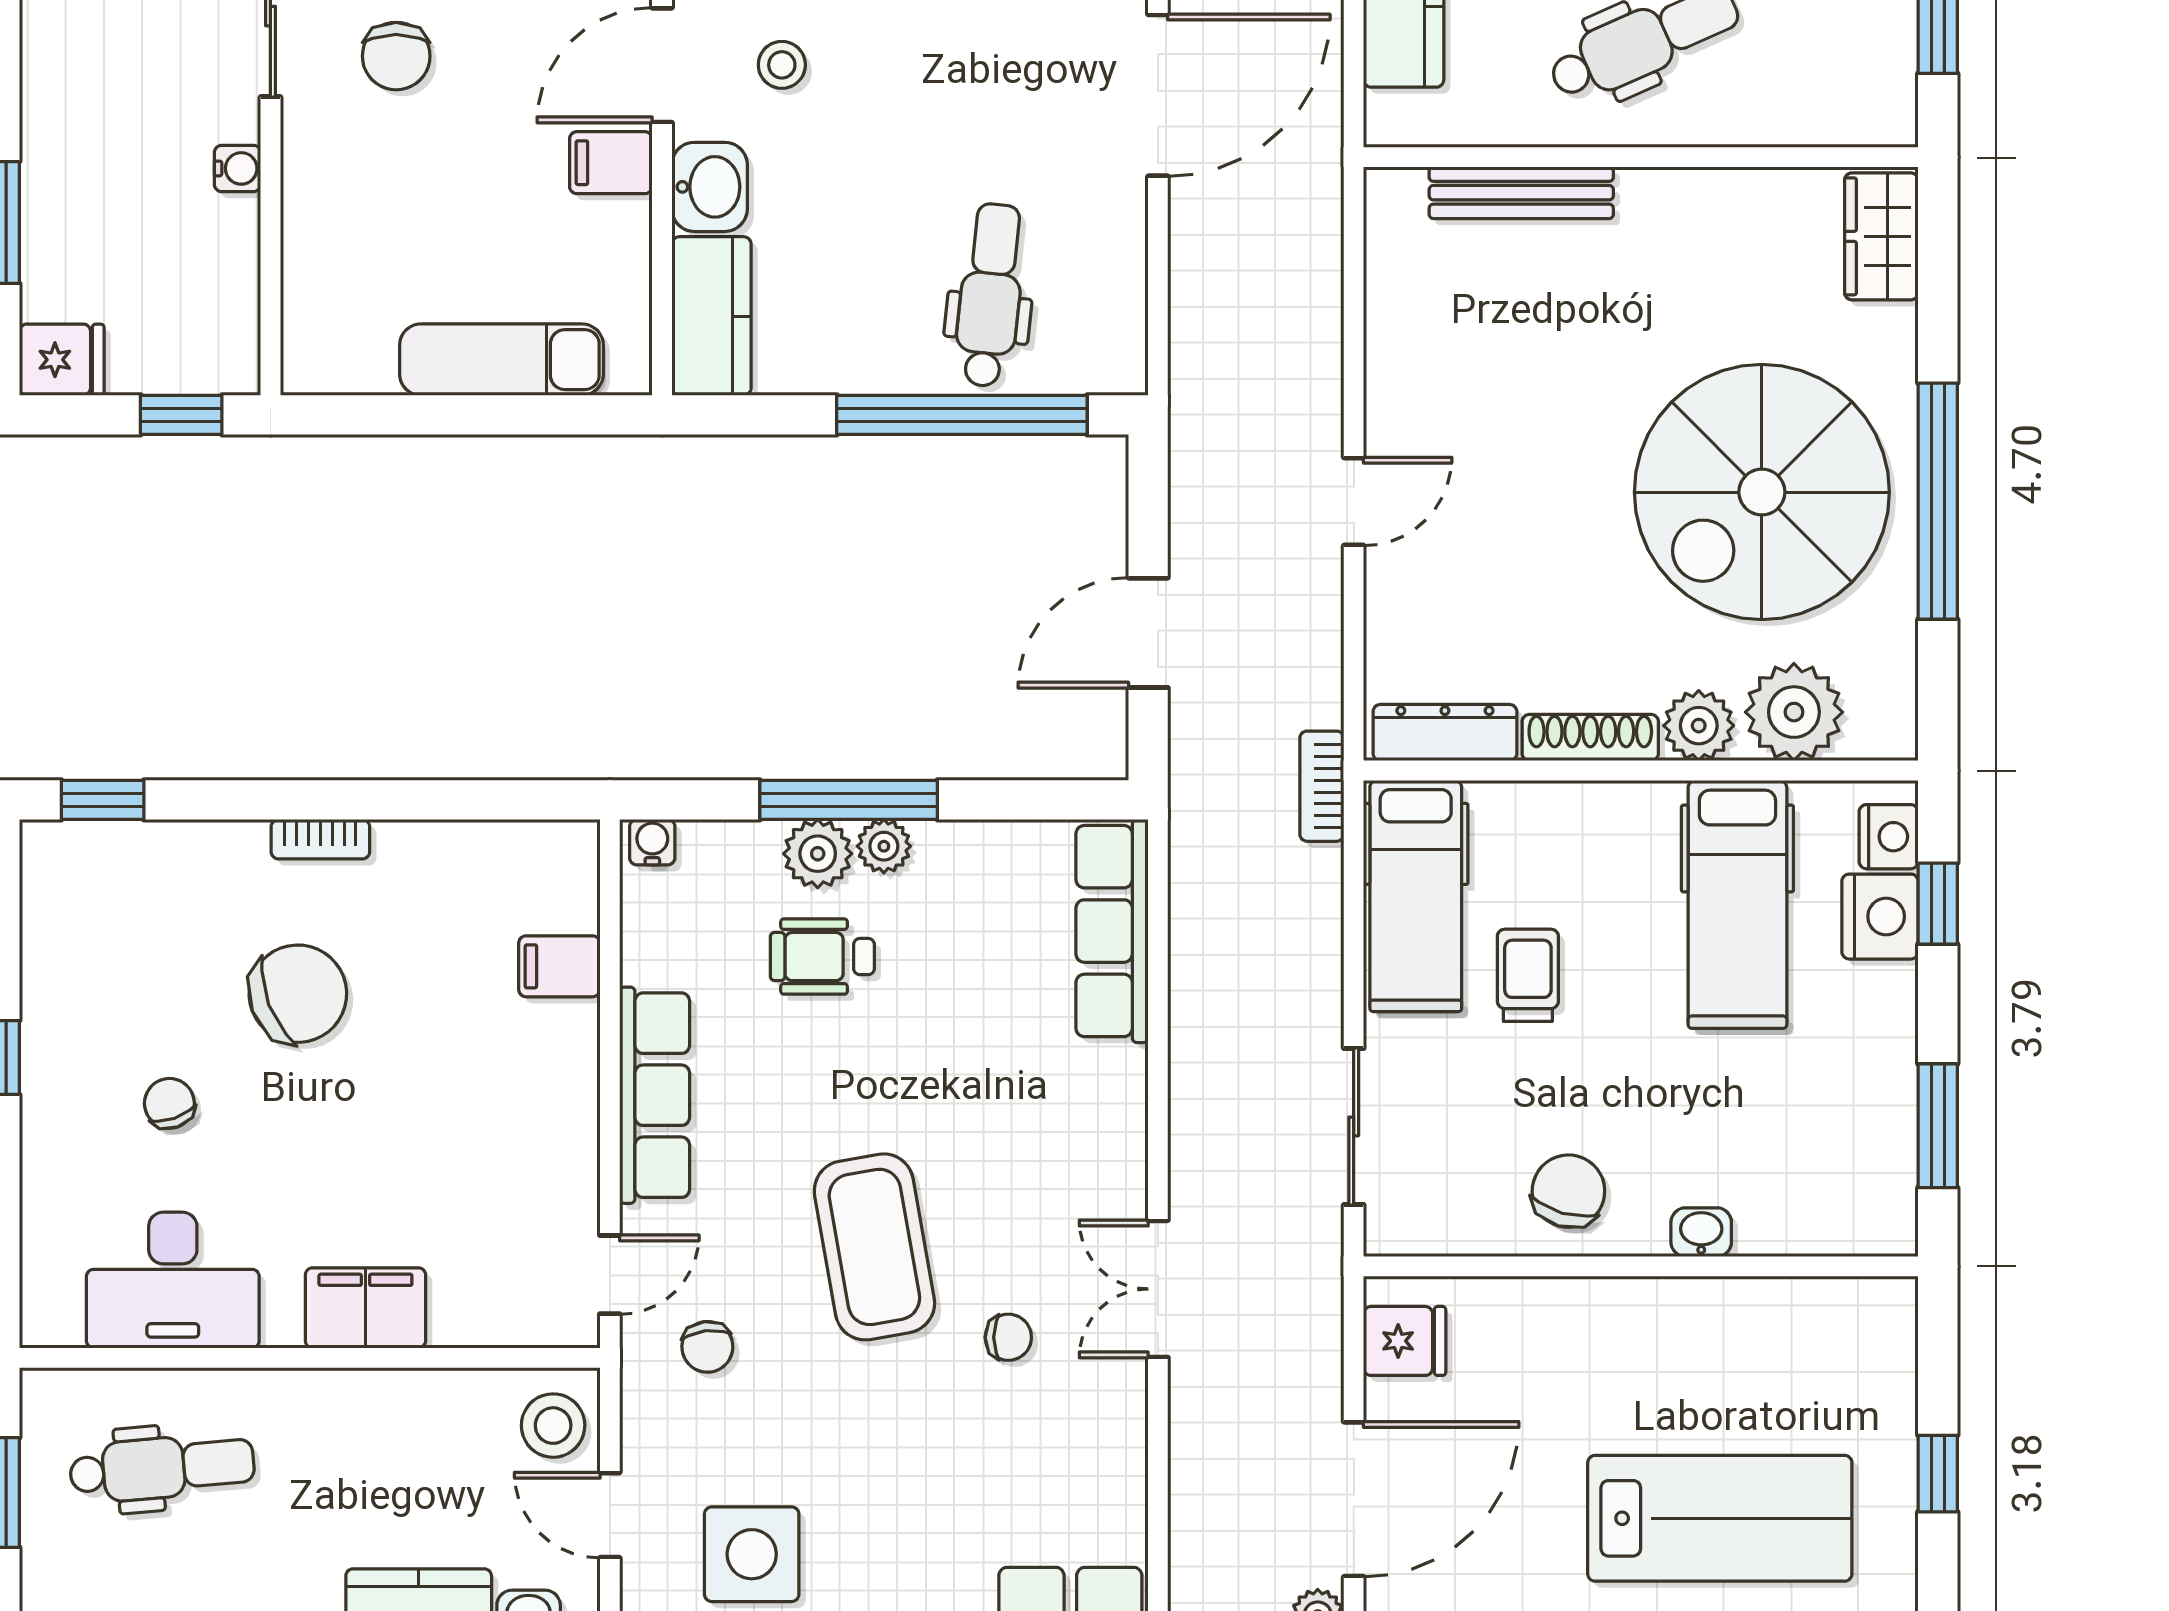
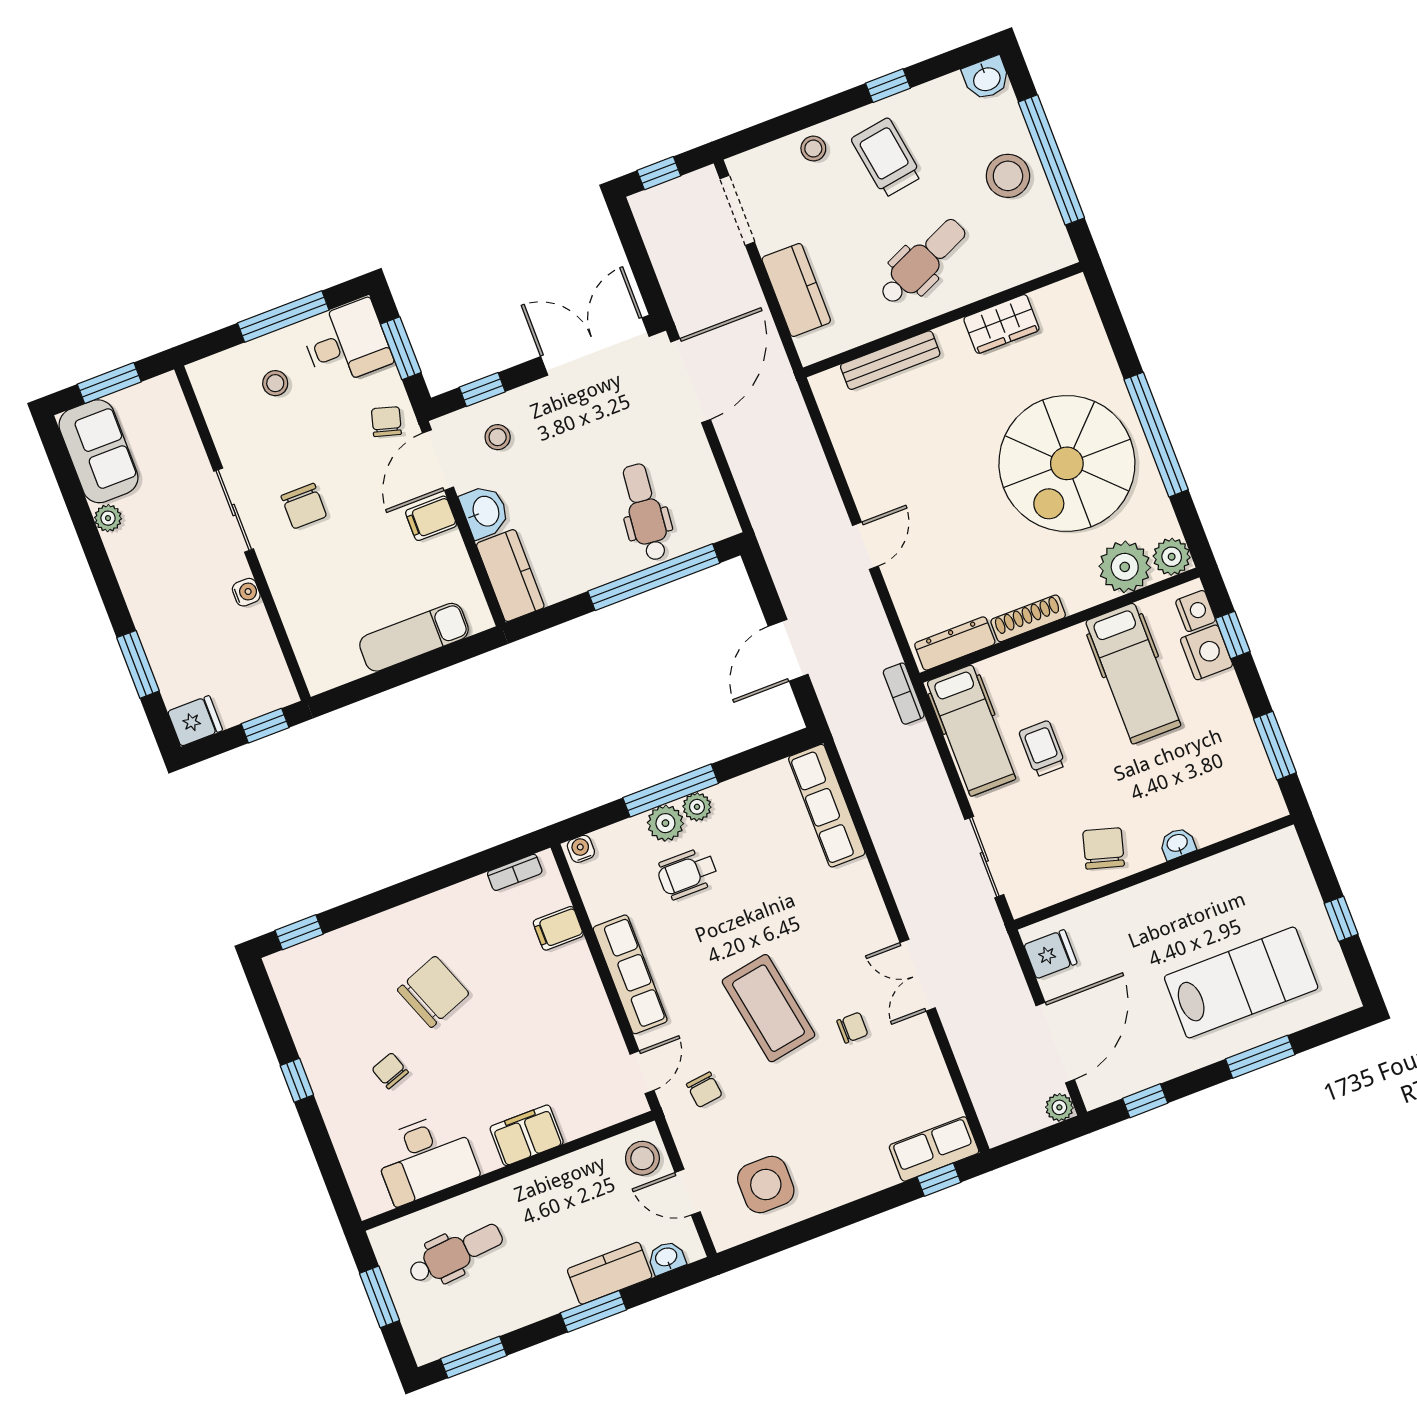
wardrobe: (1881, 236) -> (1001, 324), moved, turned -90
plant: (1699, 726) -> (1172, 557), moved
bookcase: (320, 839) -> (515, 872), moved

